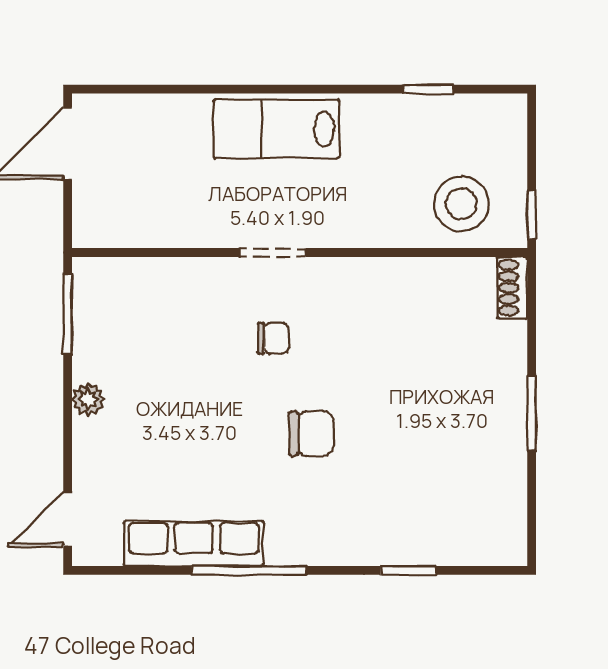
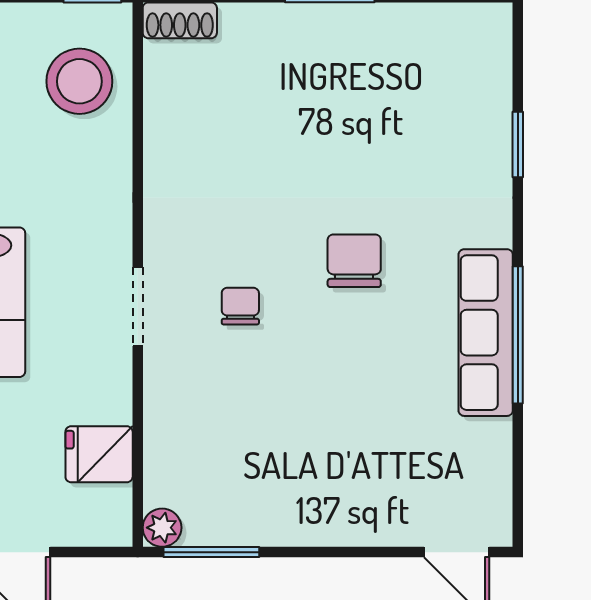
fridge: (149, 220) -> (99, 454), added
plant: (88, 399) -> (162, 528), moved
row of seats: (194, 544) -> (486, 333), moved

